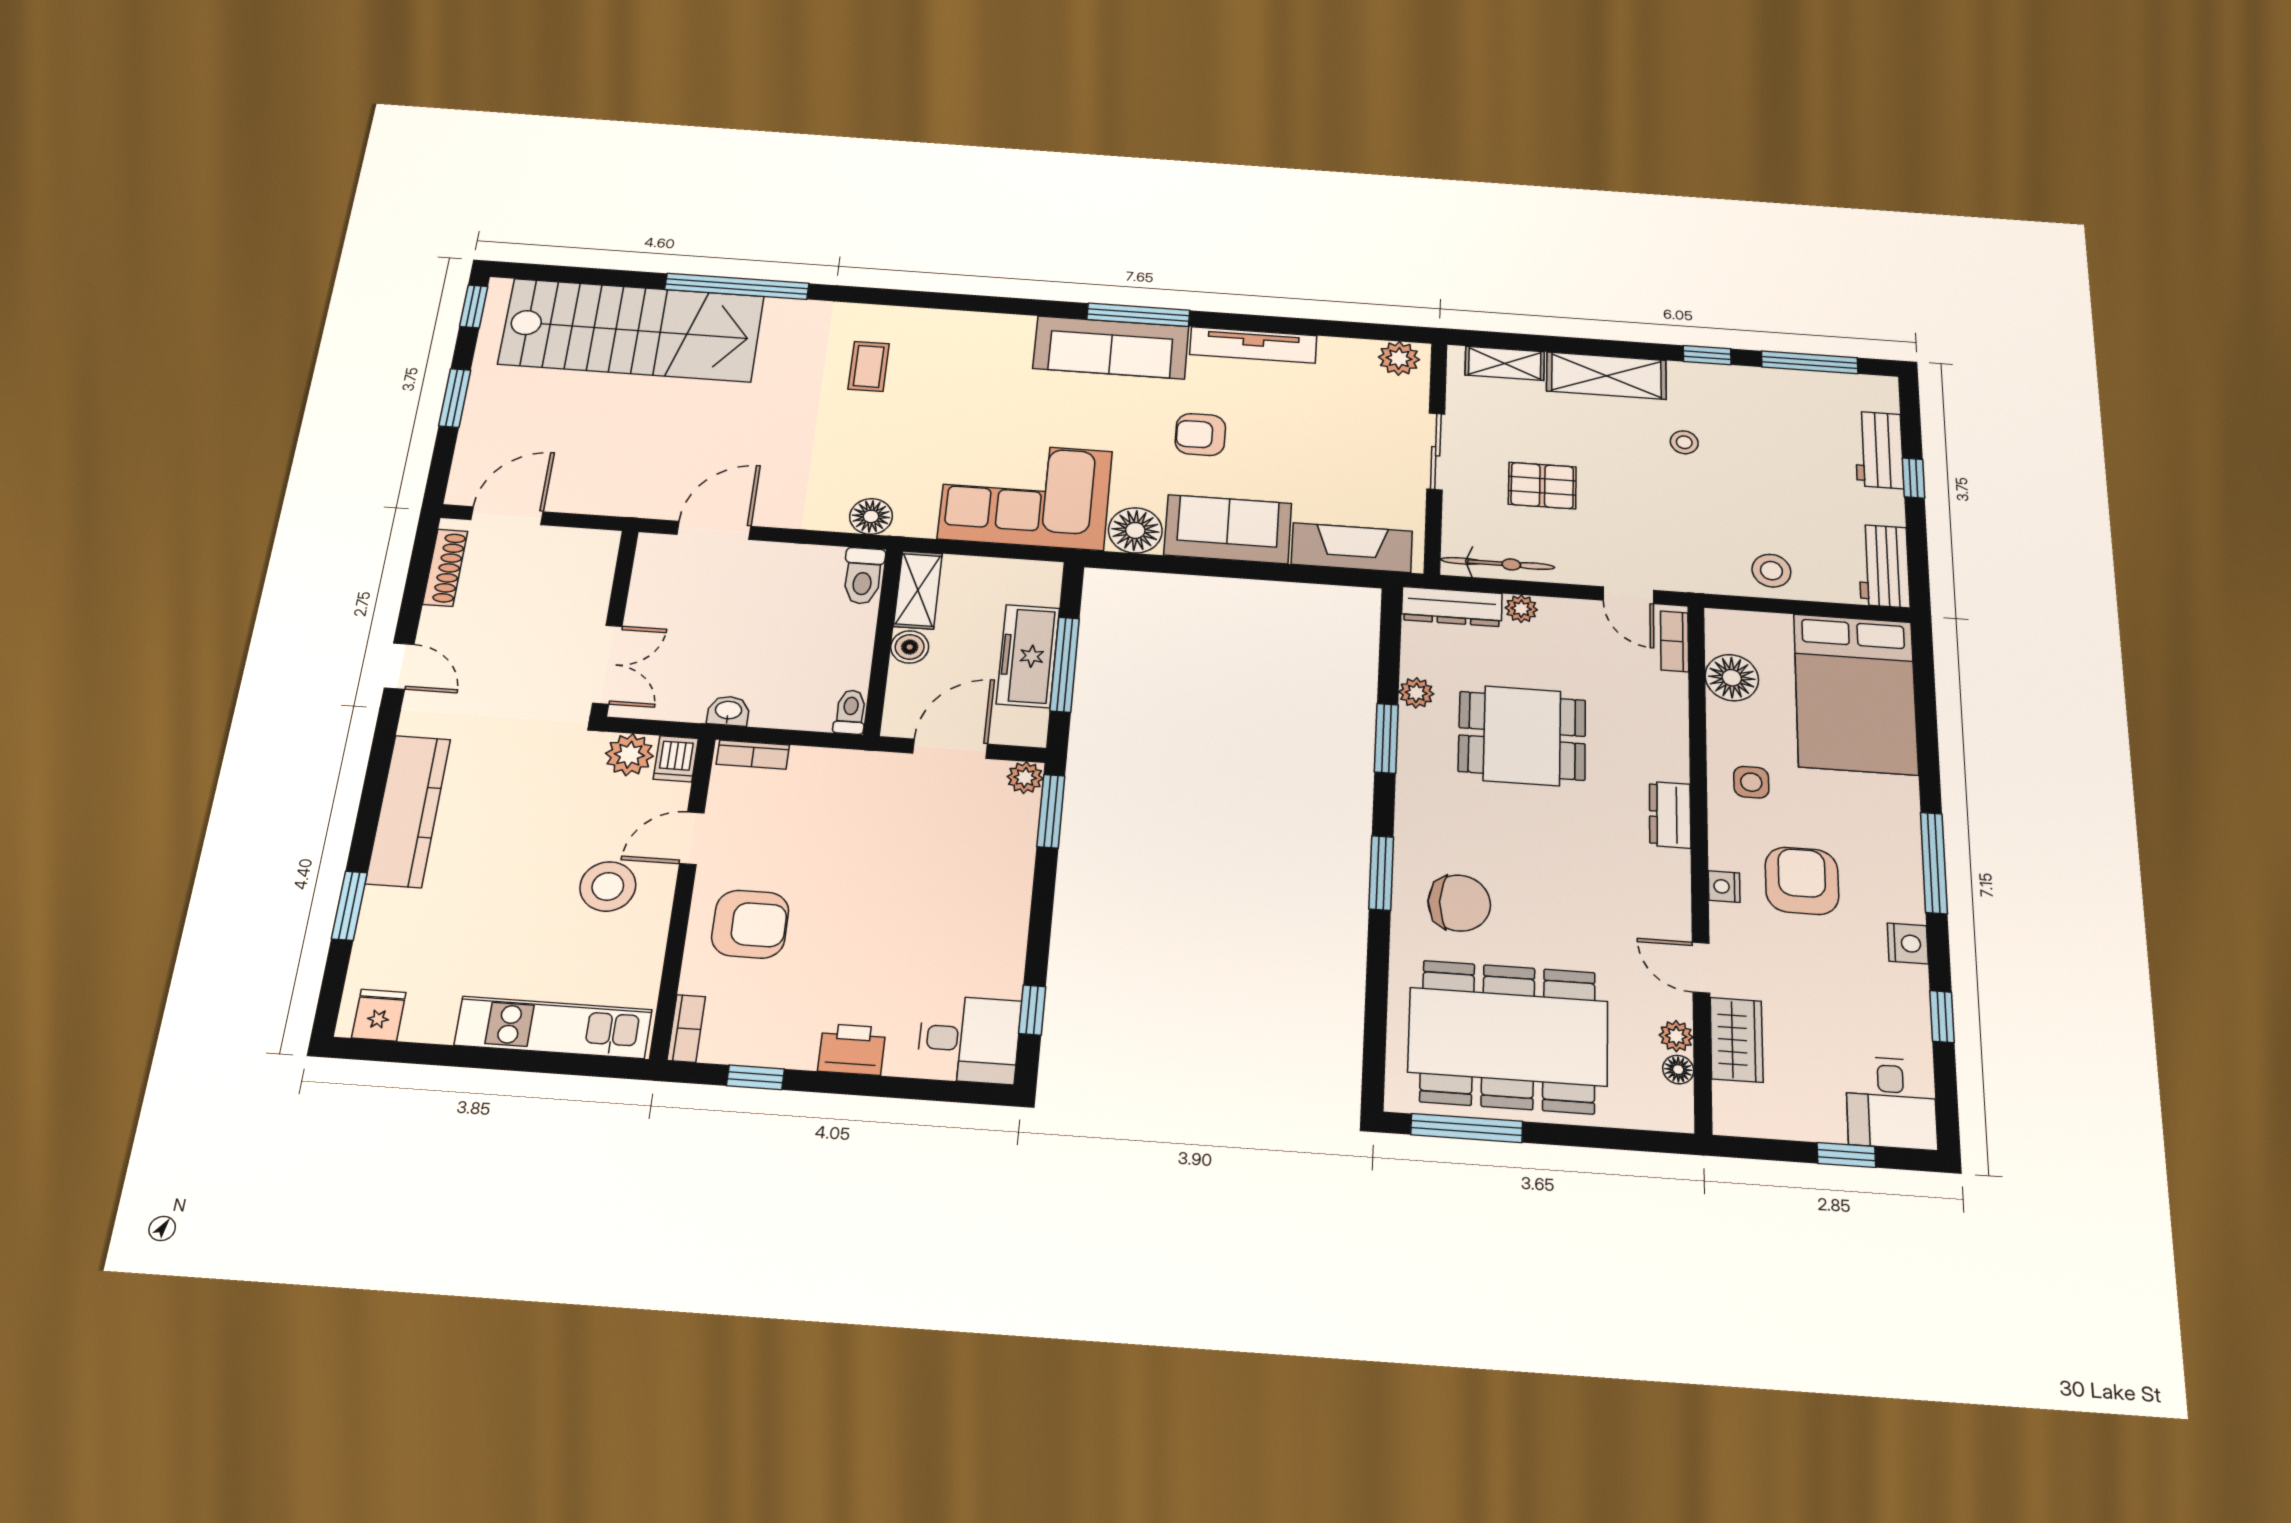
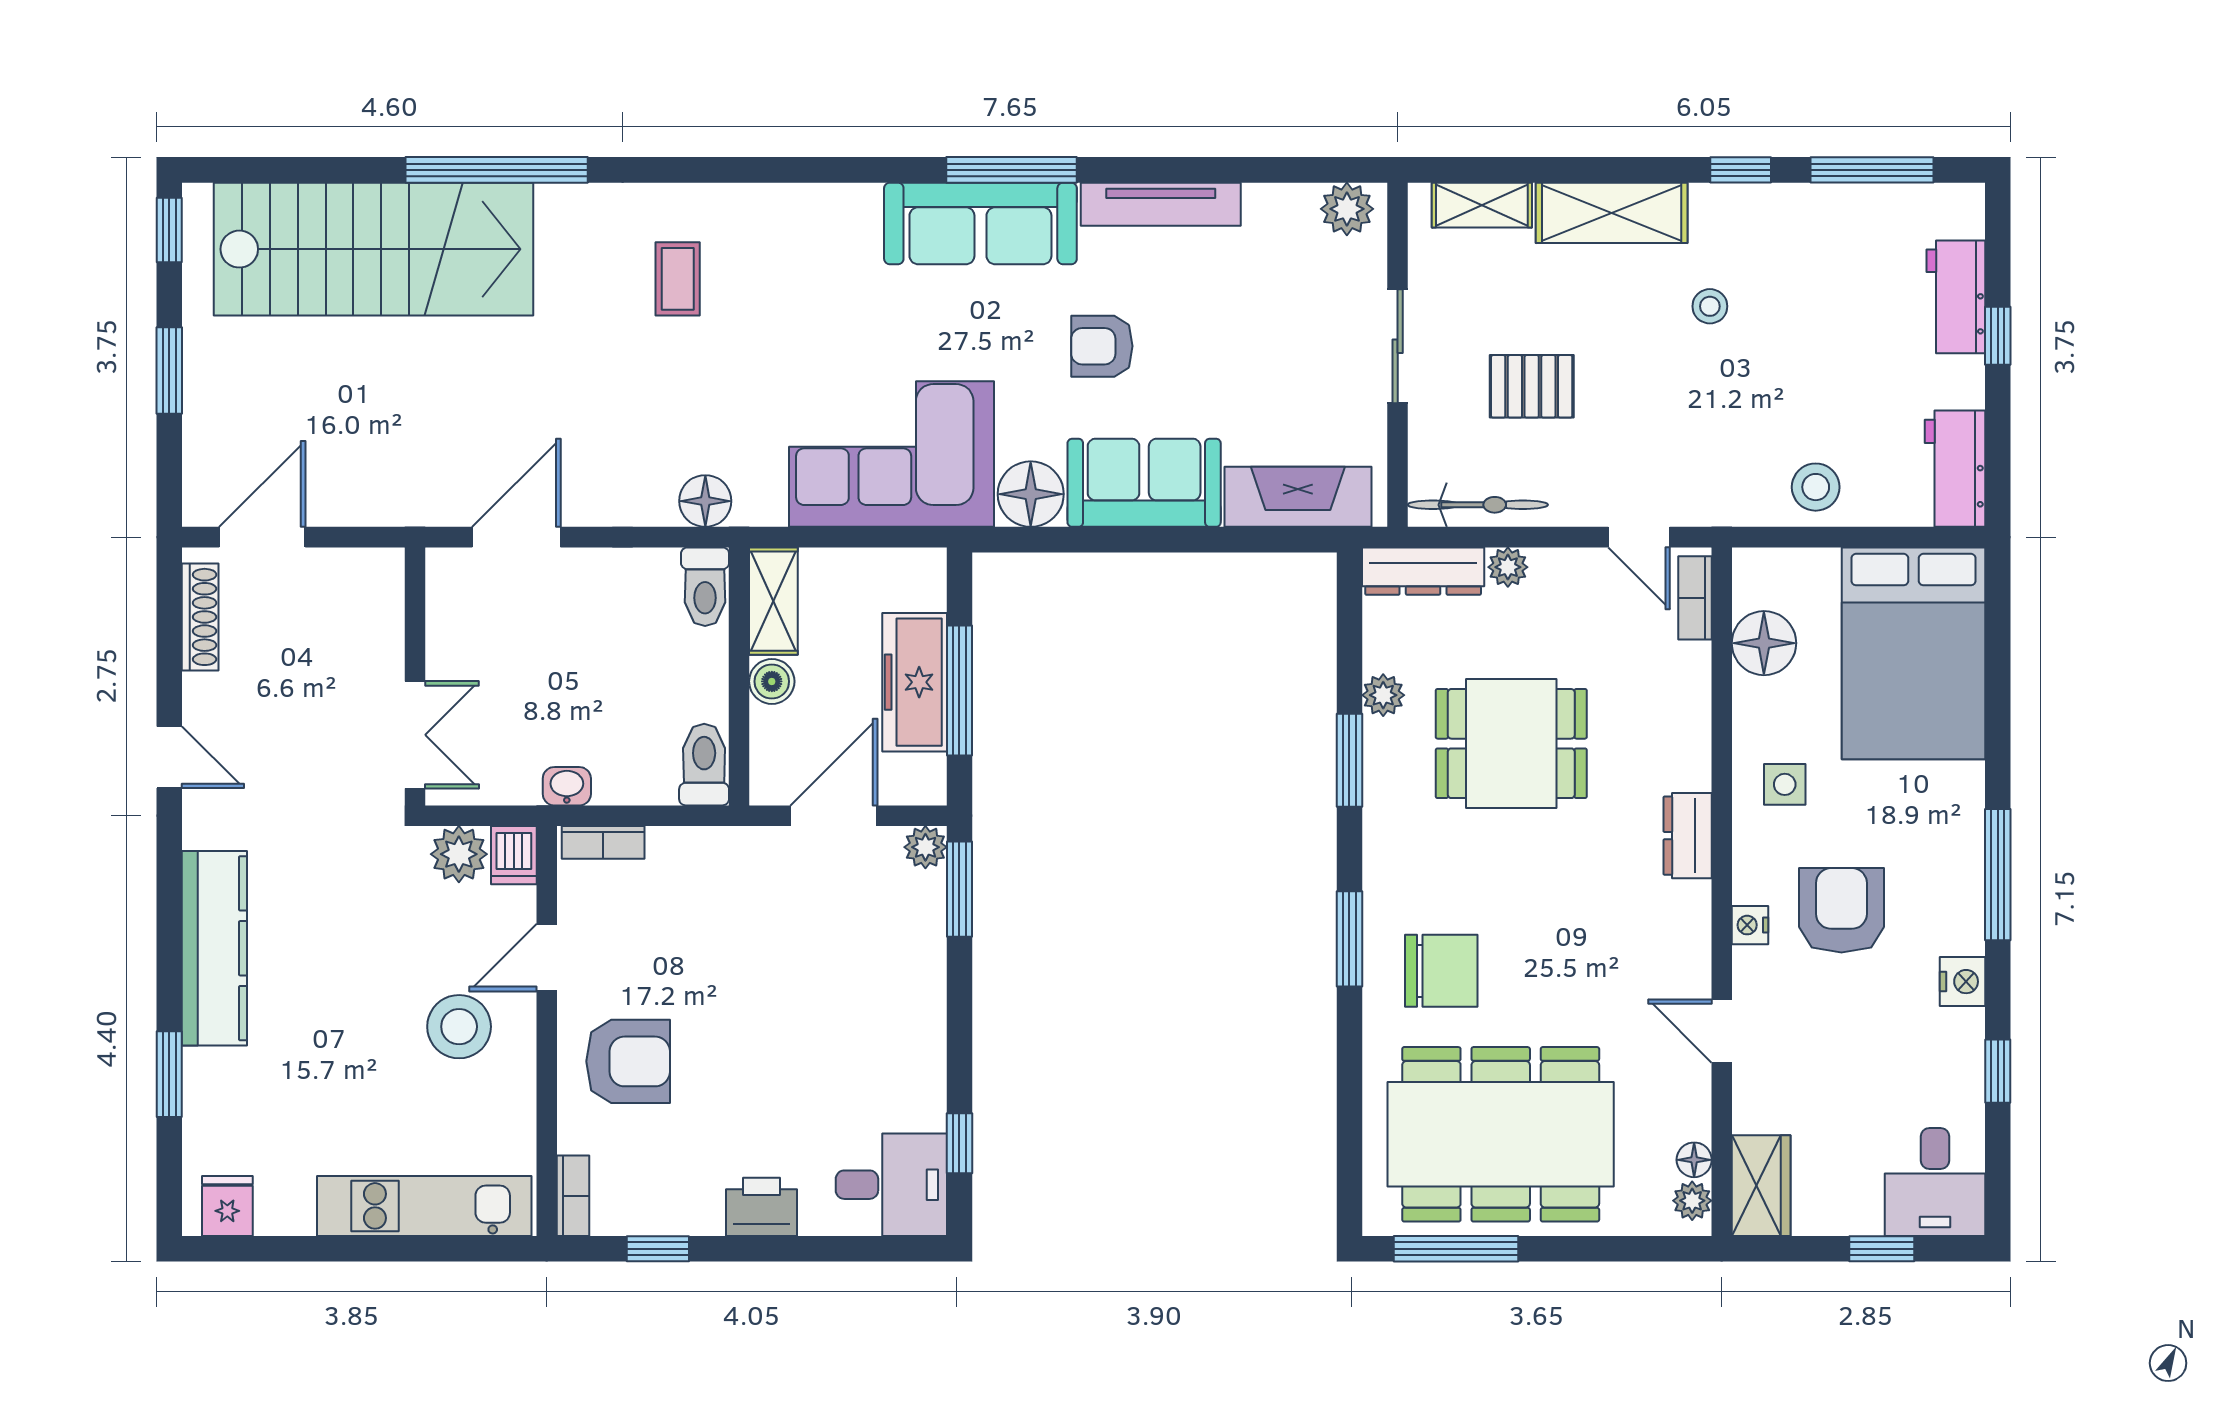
toilet: (850, 712) -> (704, 765), width x1.37, depth x1.39
plant: (1676, 1036) -> (1692, 1201), moved
wardrobe: (1737, 1040) -> (1761, 1186), moved

